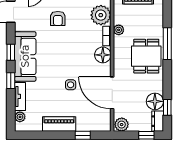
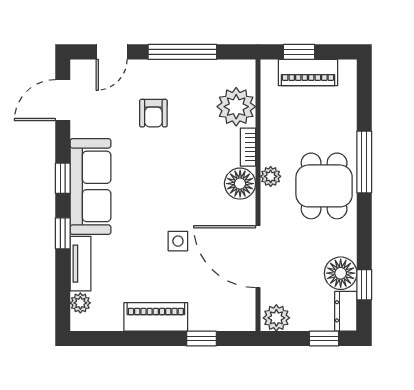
plant: (119, 30) -> (271, 176), moved

